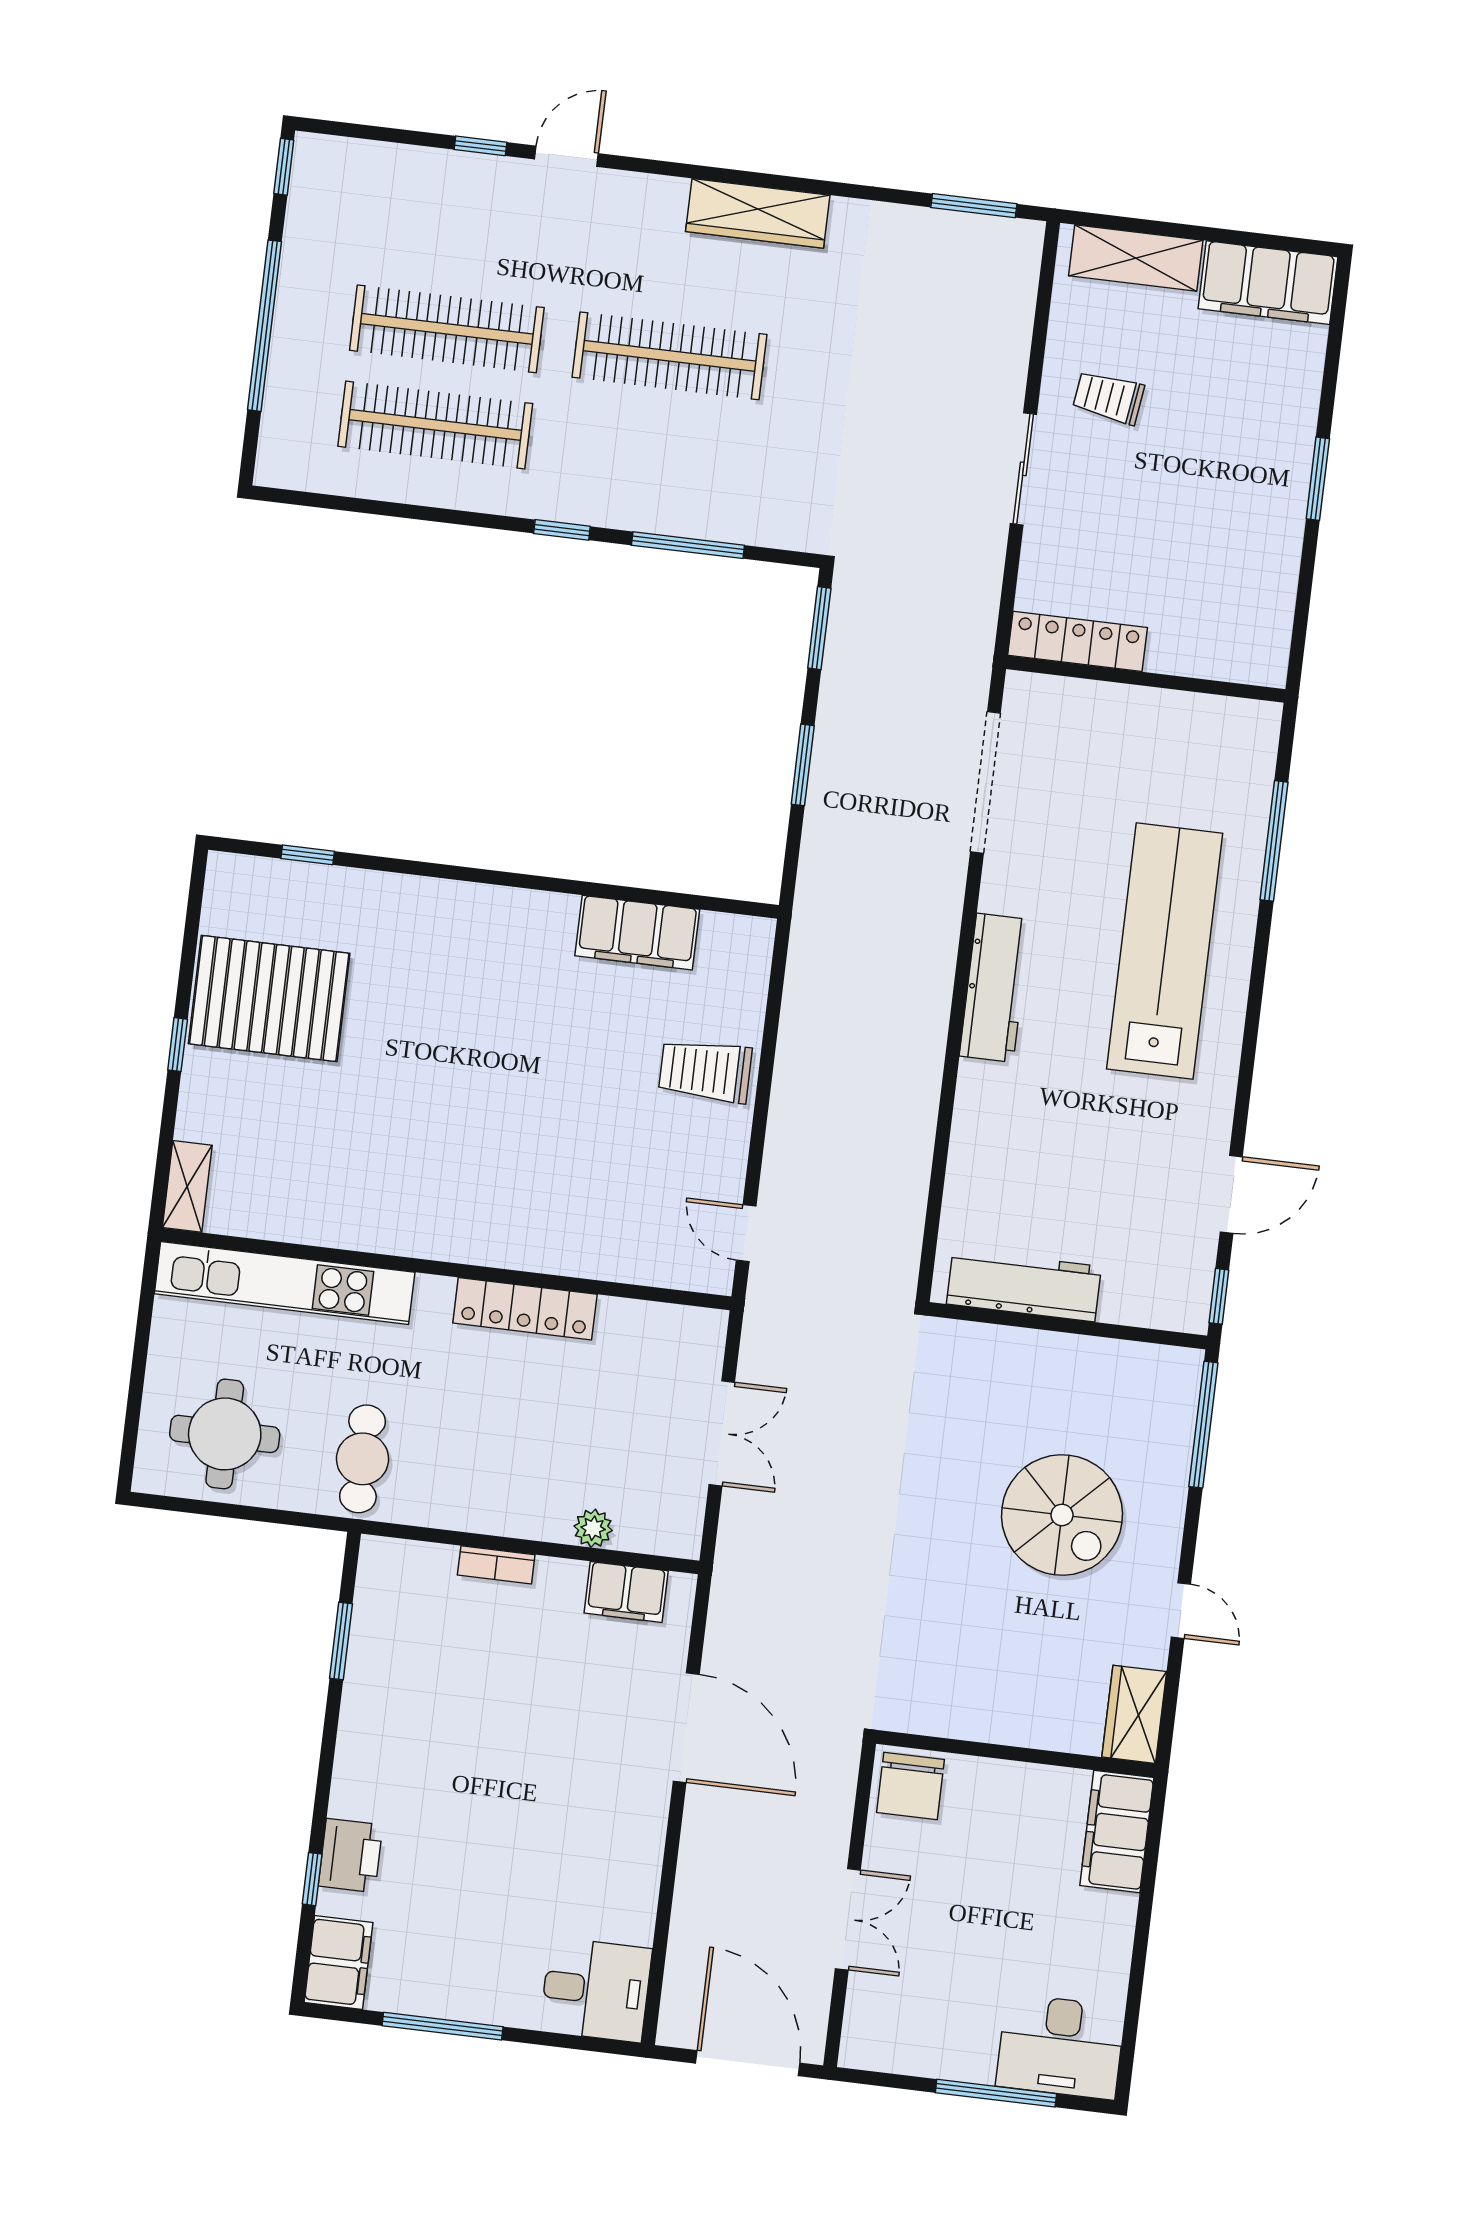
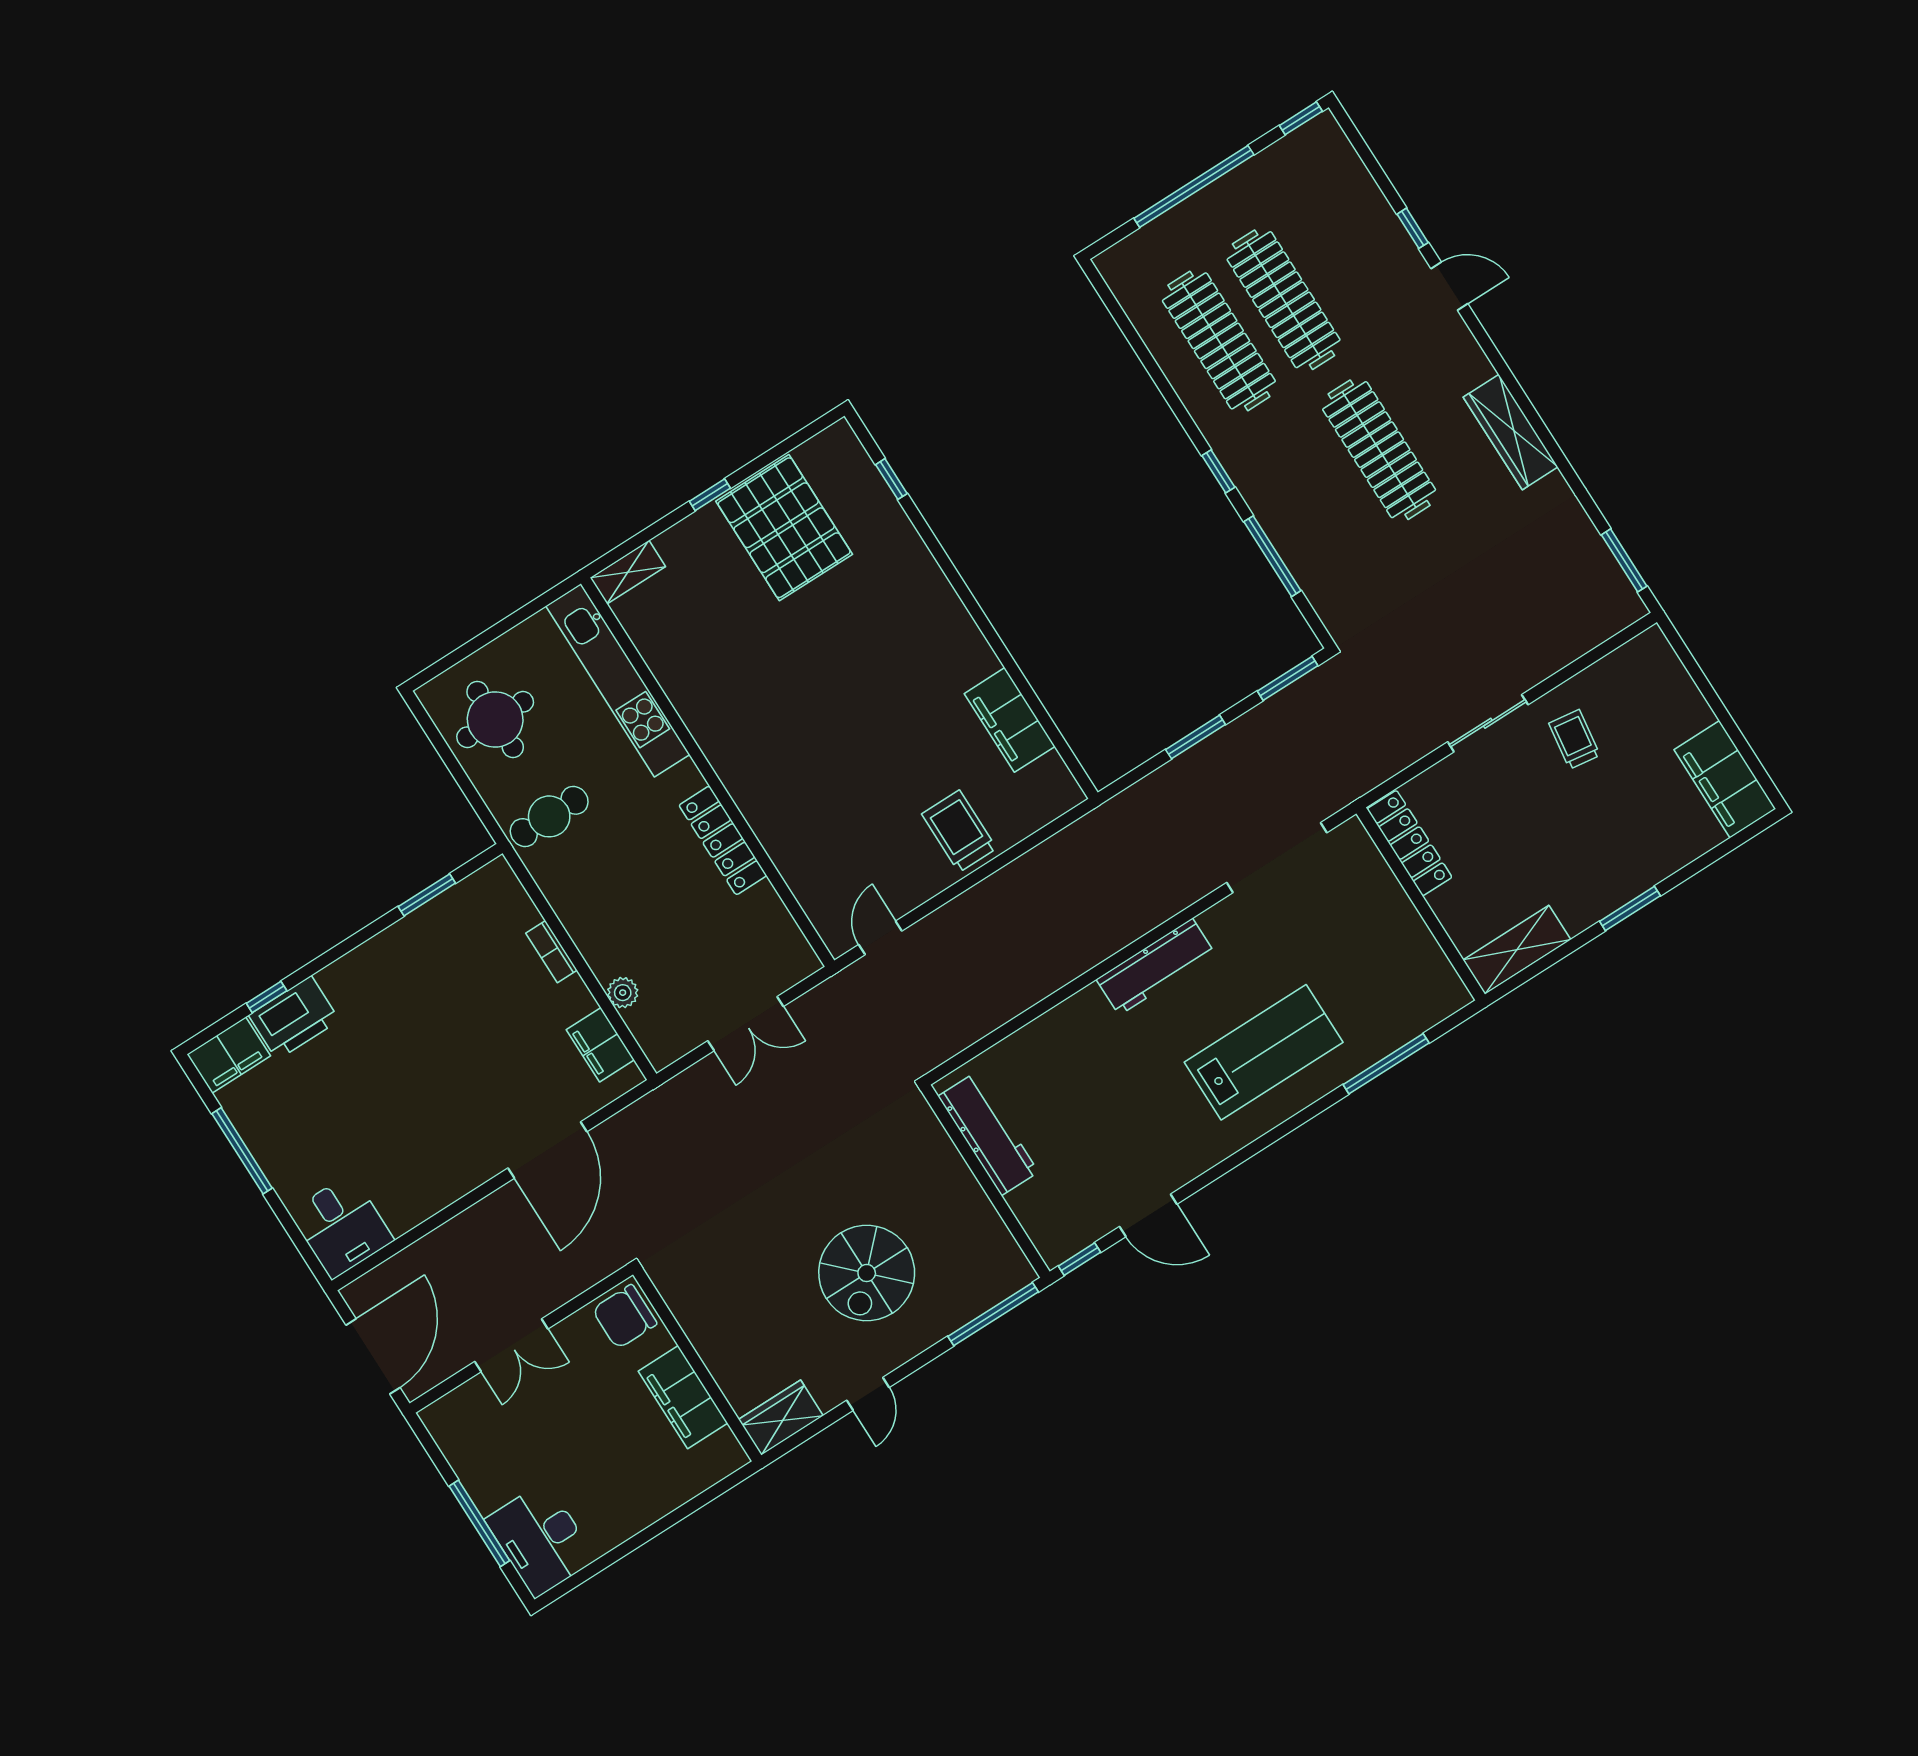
shelving: (1136, 258) -> (1517, 950), moved, turned 90
lab bench: (1165, 951) -> (1264, 1052), width x0.73
filing cabinet: (1117, 1831) -> (683, 1397), moved, turned -90
printer: (351, 1856) -> (294, 1018), width x1.37, depth x1.19

